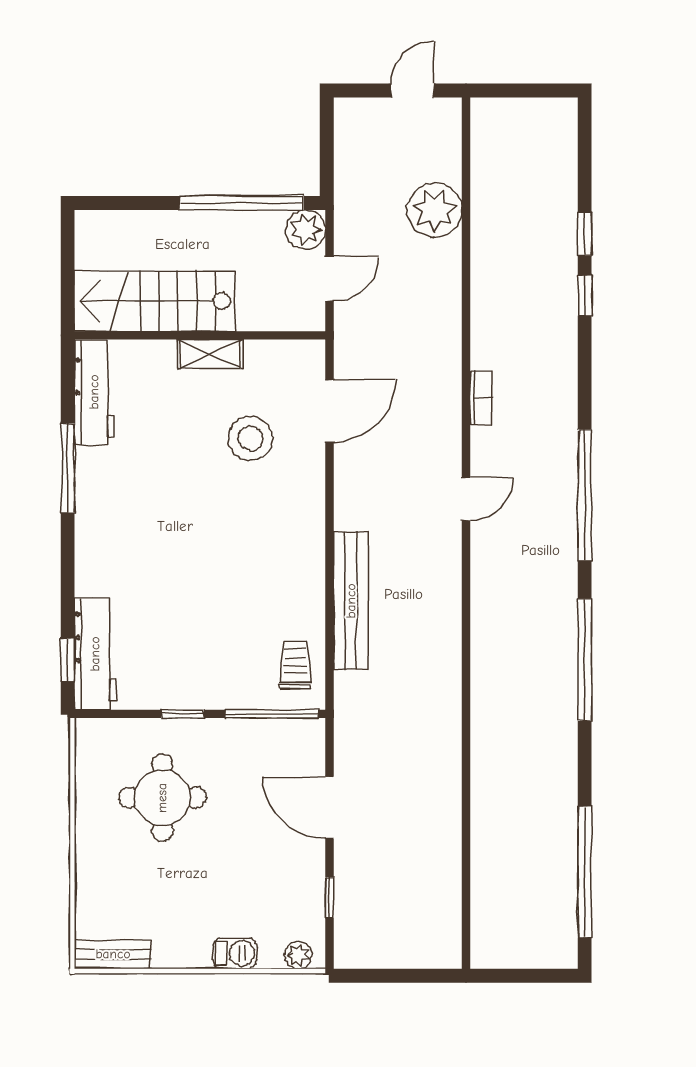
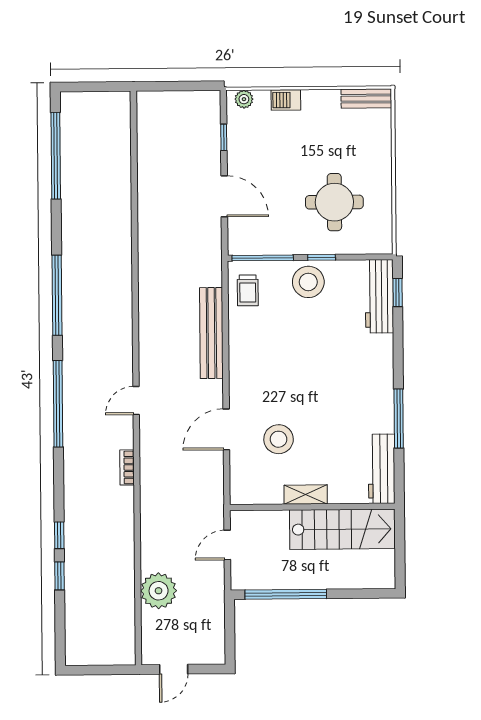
plant: (306, 230) -> (243, 577), removed
door: (330, 411) -> (226, 429), moved
stool: (203, 677) -> (308, 282), added

